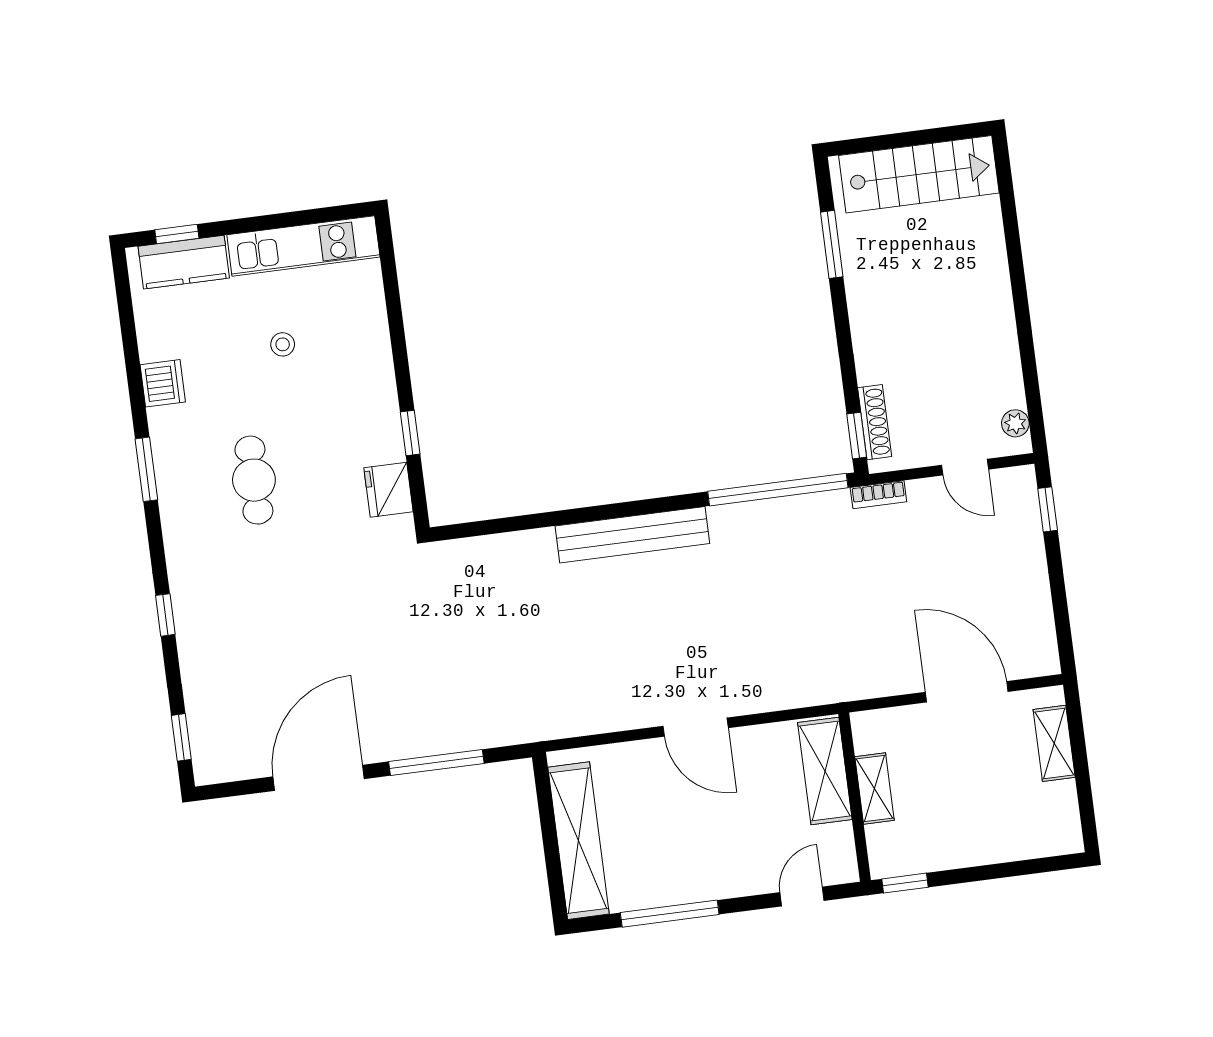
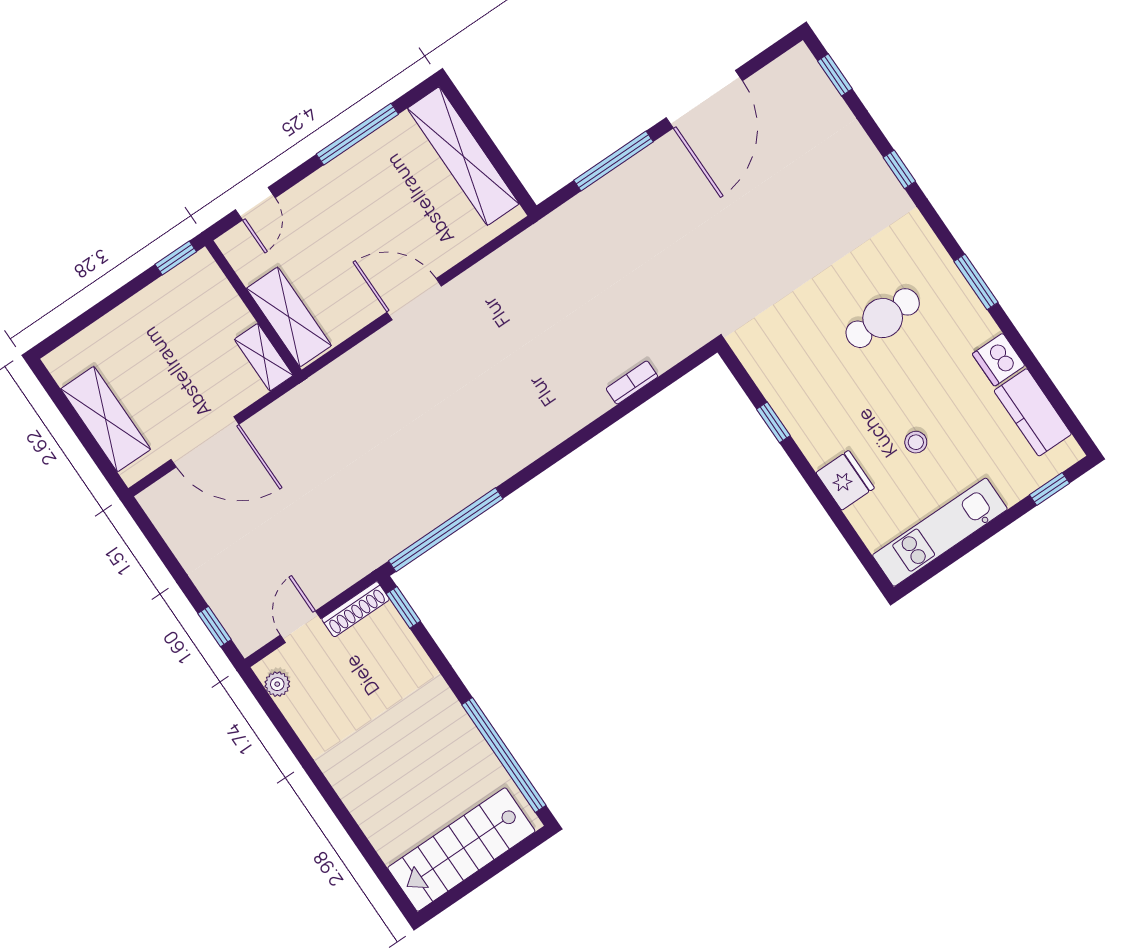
window: (832, 244) -> (504, 755), width x2.11
kitchen counter: (184, 262) -> (1033, 412), moved, turned -90
shoe rack: (875, 422) -> (356, 609), moved, turned -90
door: (965, 467) -> (301, 627), hinge flipped
cafe table: (254, 480) -> (883, 318), turned 90
fridge: (388, 490) -> (845, 480), moved
bookcase: (878, 495) -> (632, 382), moved
bench: (632, 535) -> (547, 431), removed
shelving: (1054, 743) -> (106, 419), width x1.50, depth x1.33
shelving: (874, 788) -> (264, 357), moved

